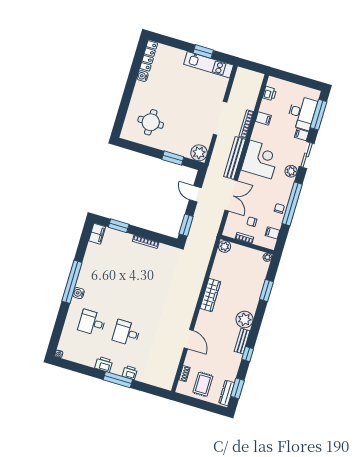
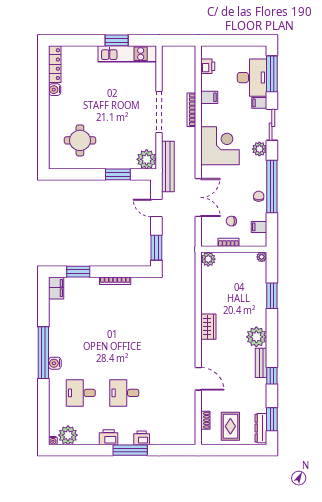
bench: (235, 158) -> (168, 167), moved
wardrobe: (210, 295) -> (208, 327), width x0.67
plant: (72, 353) -> (68, 435), added

